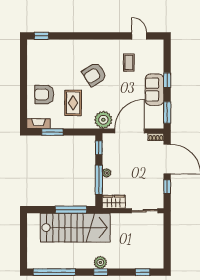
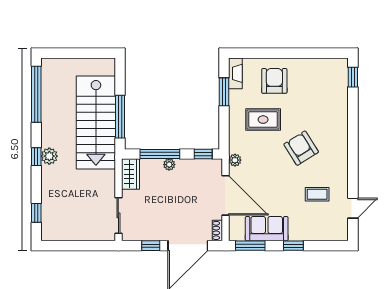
sofa: (155, 90) -> (267, 229), moved
plant: (103, 120) -> (235, 160), width x0.53, depth x0.53

